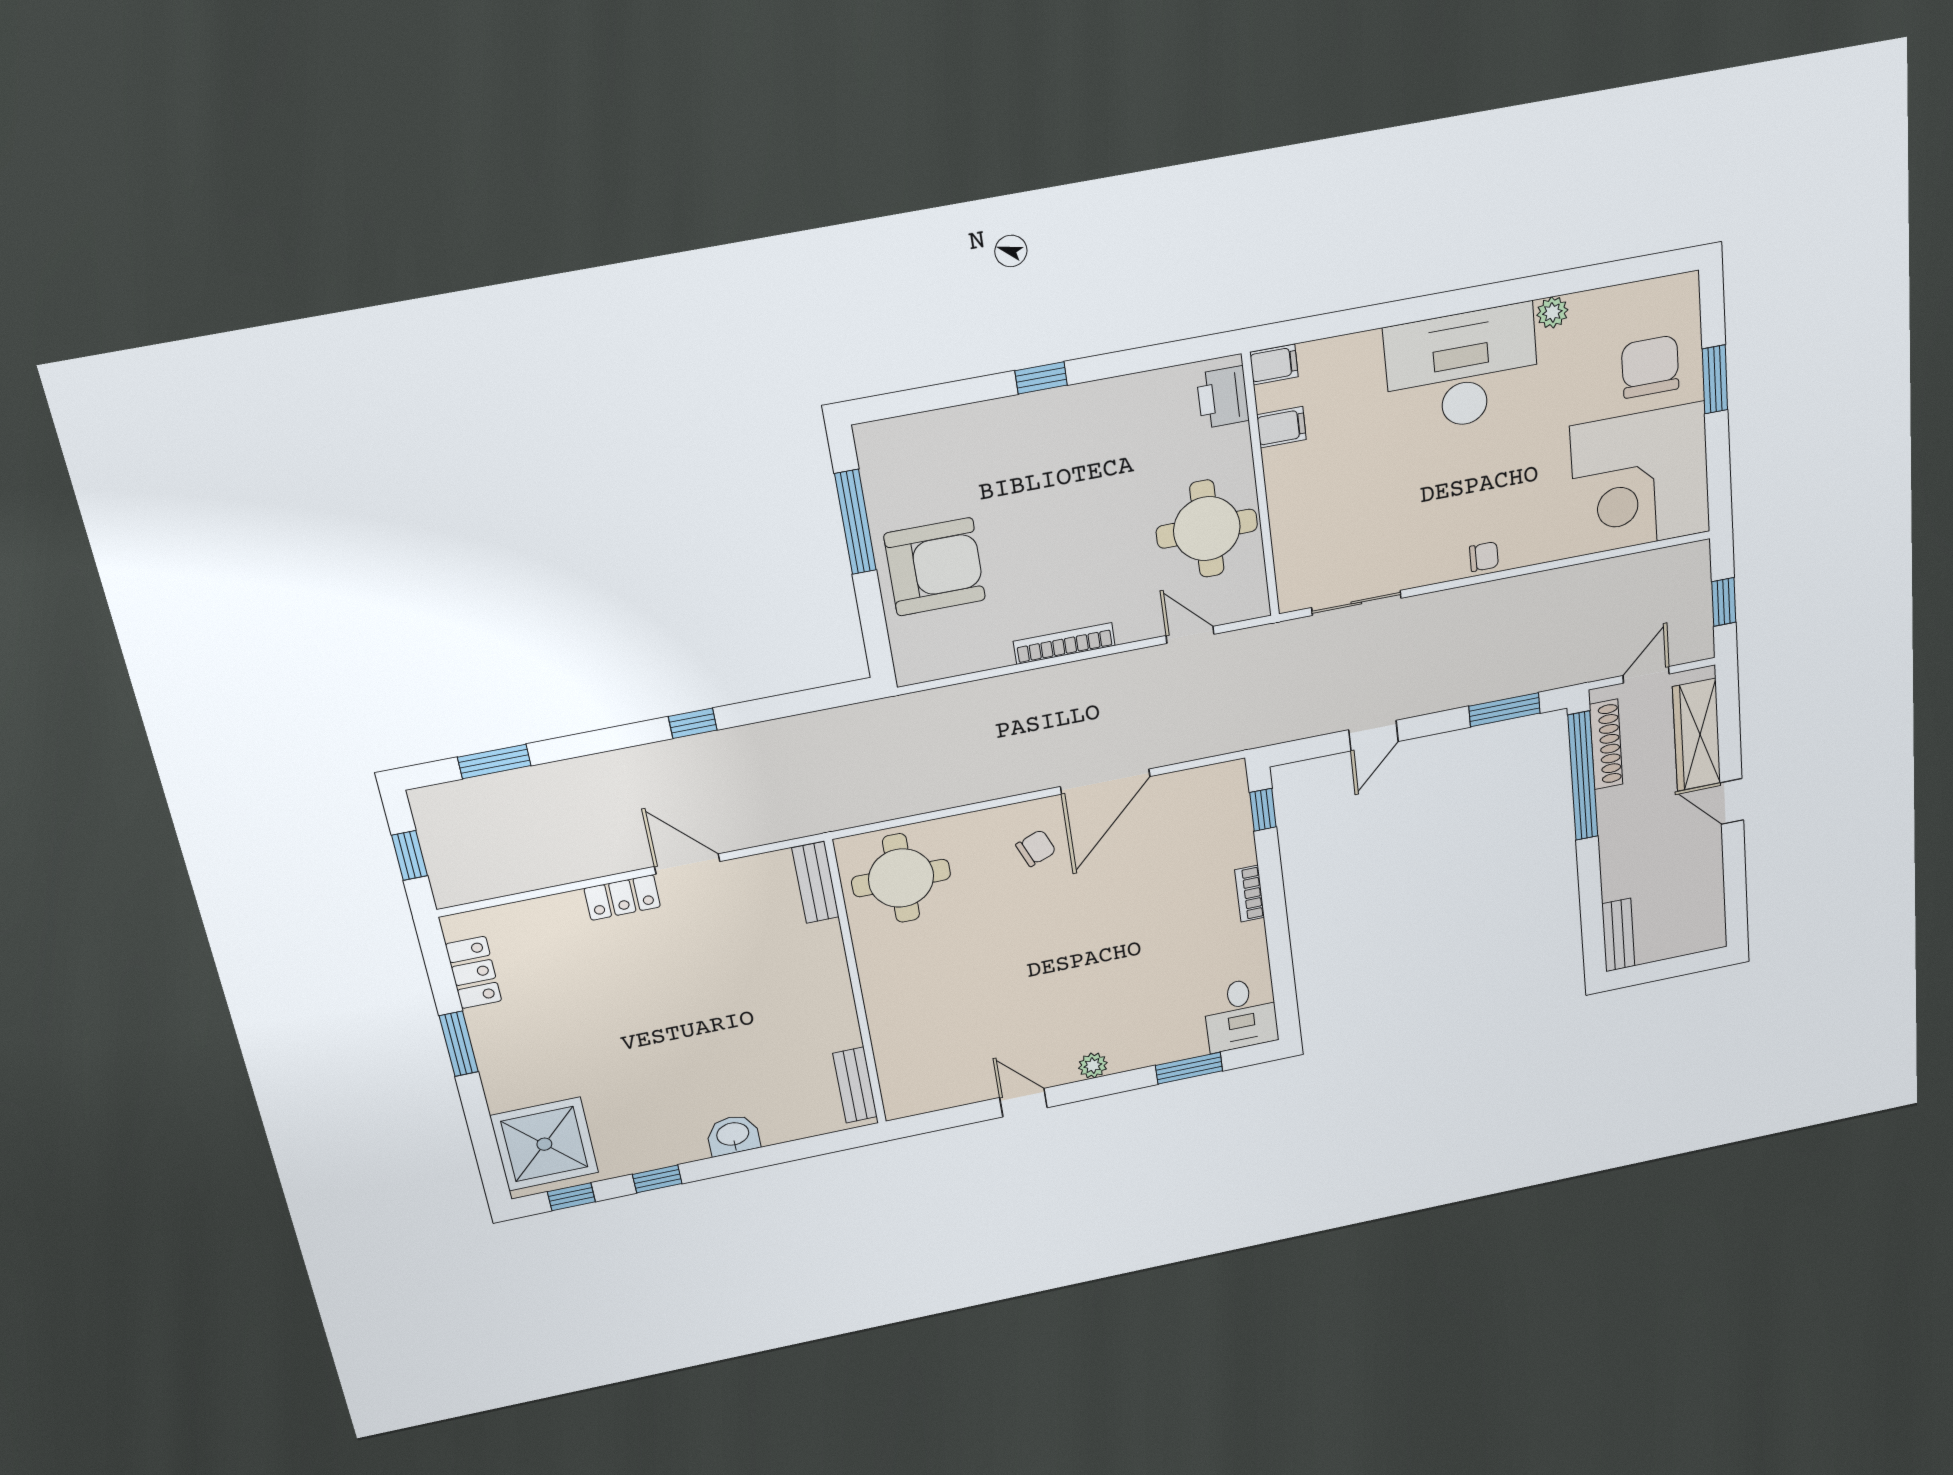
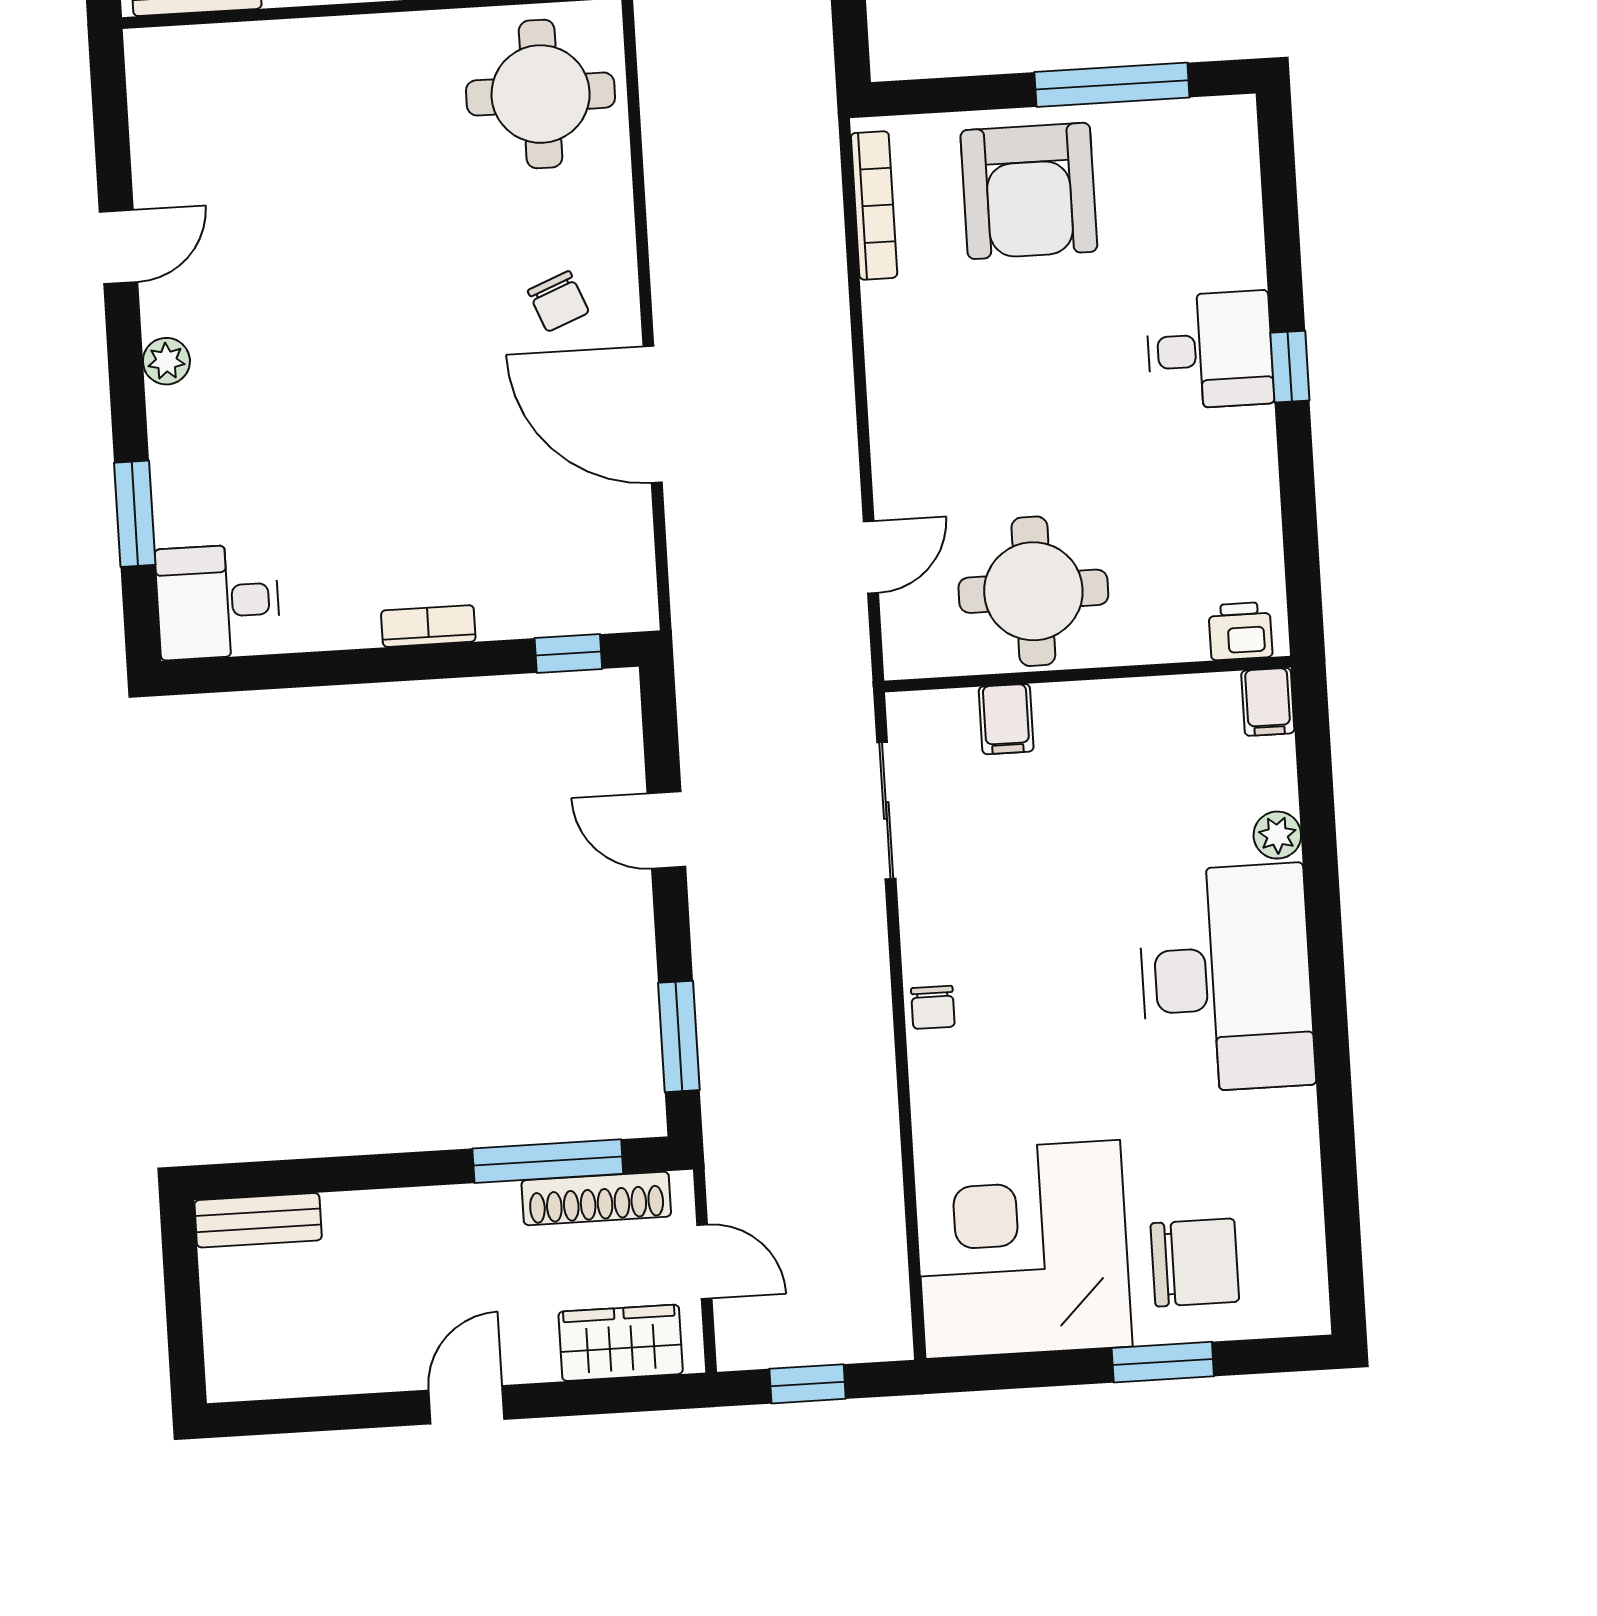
plant: (1552, 312) -> (1277, 835), moved
printer: (1223, 397) -> (1240, 631), width x0.73, depth x0.81
filing cabinet: (1282, 427) -> (1006, 719), moved
desk: (1034, 433) -> (1210, 350), added
bookcase: (1064, 643) -> (874, 205), moved
wardrobe: (1697, 735) -> (621, 1343), width x0.67
window: (1583, 776) -> (548, 1161), width x0.68

